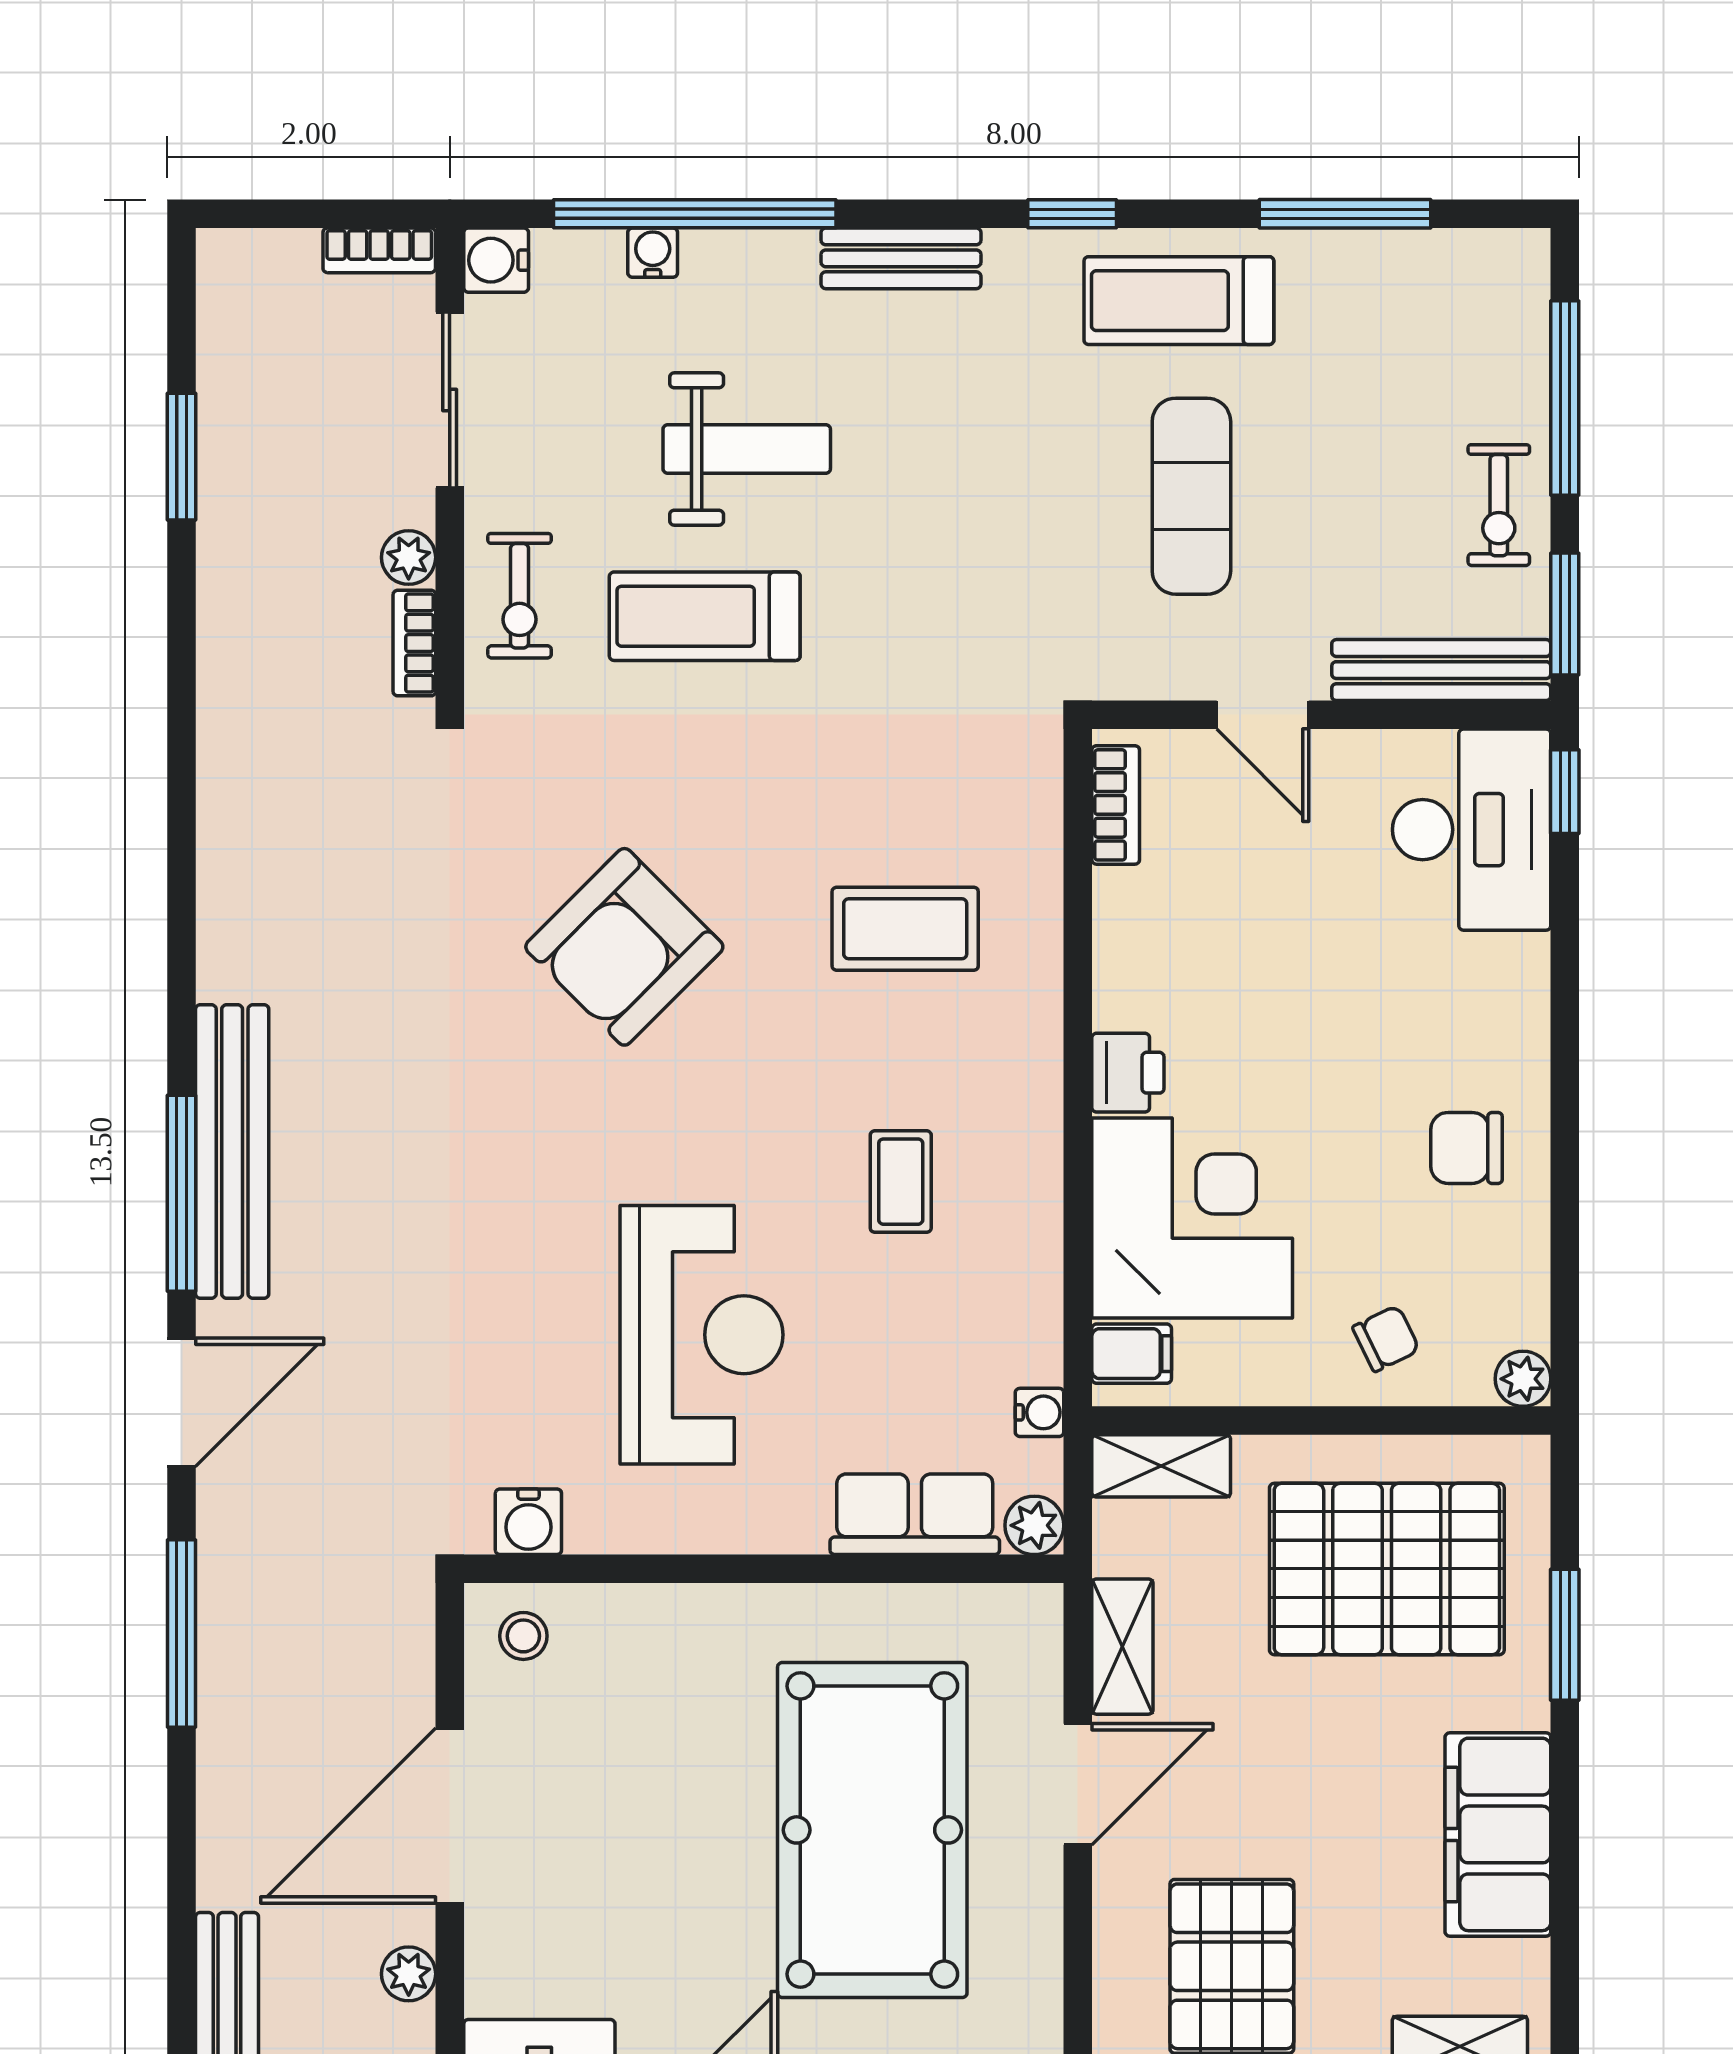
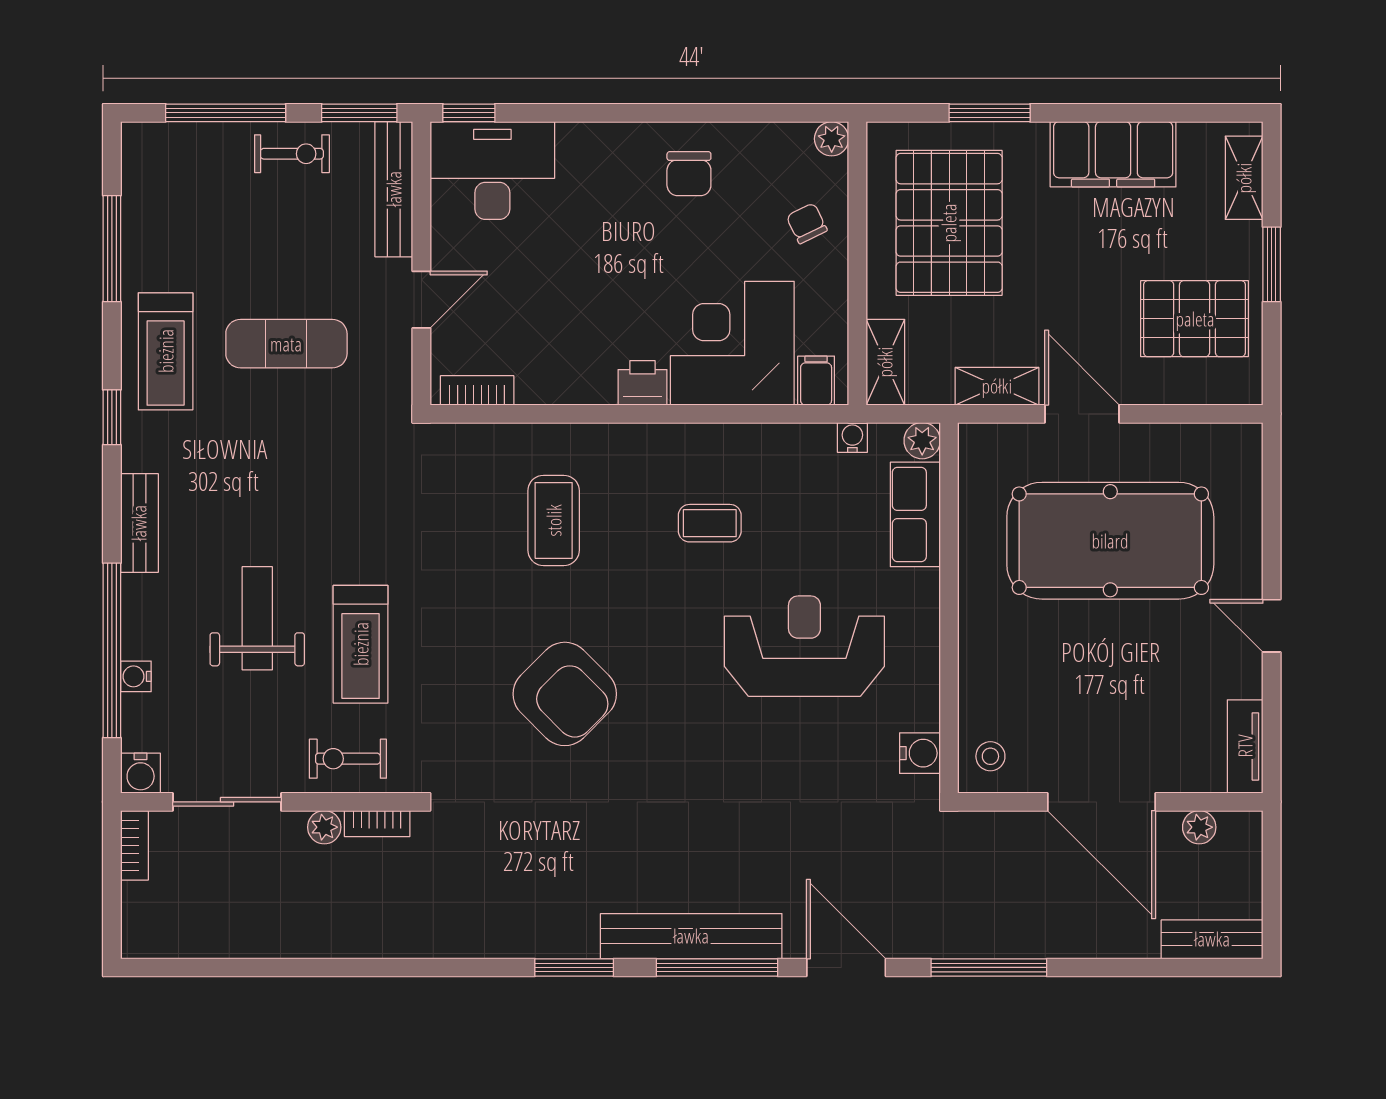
window: (181, 457) -> (574, 967), moved
exercise bike: (520, 596) -> (348, 759), turned 180

